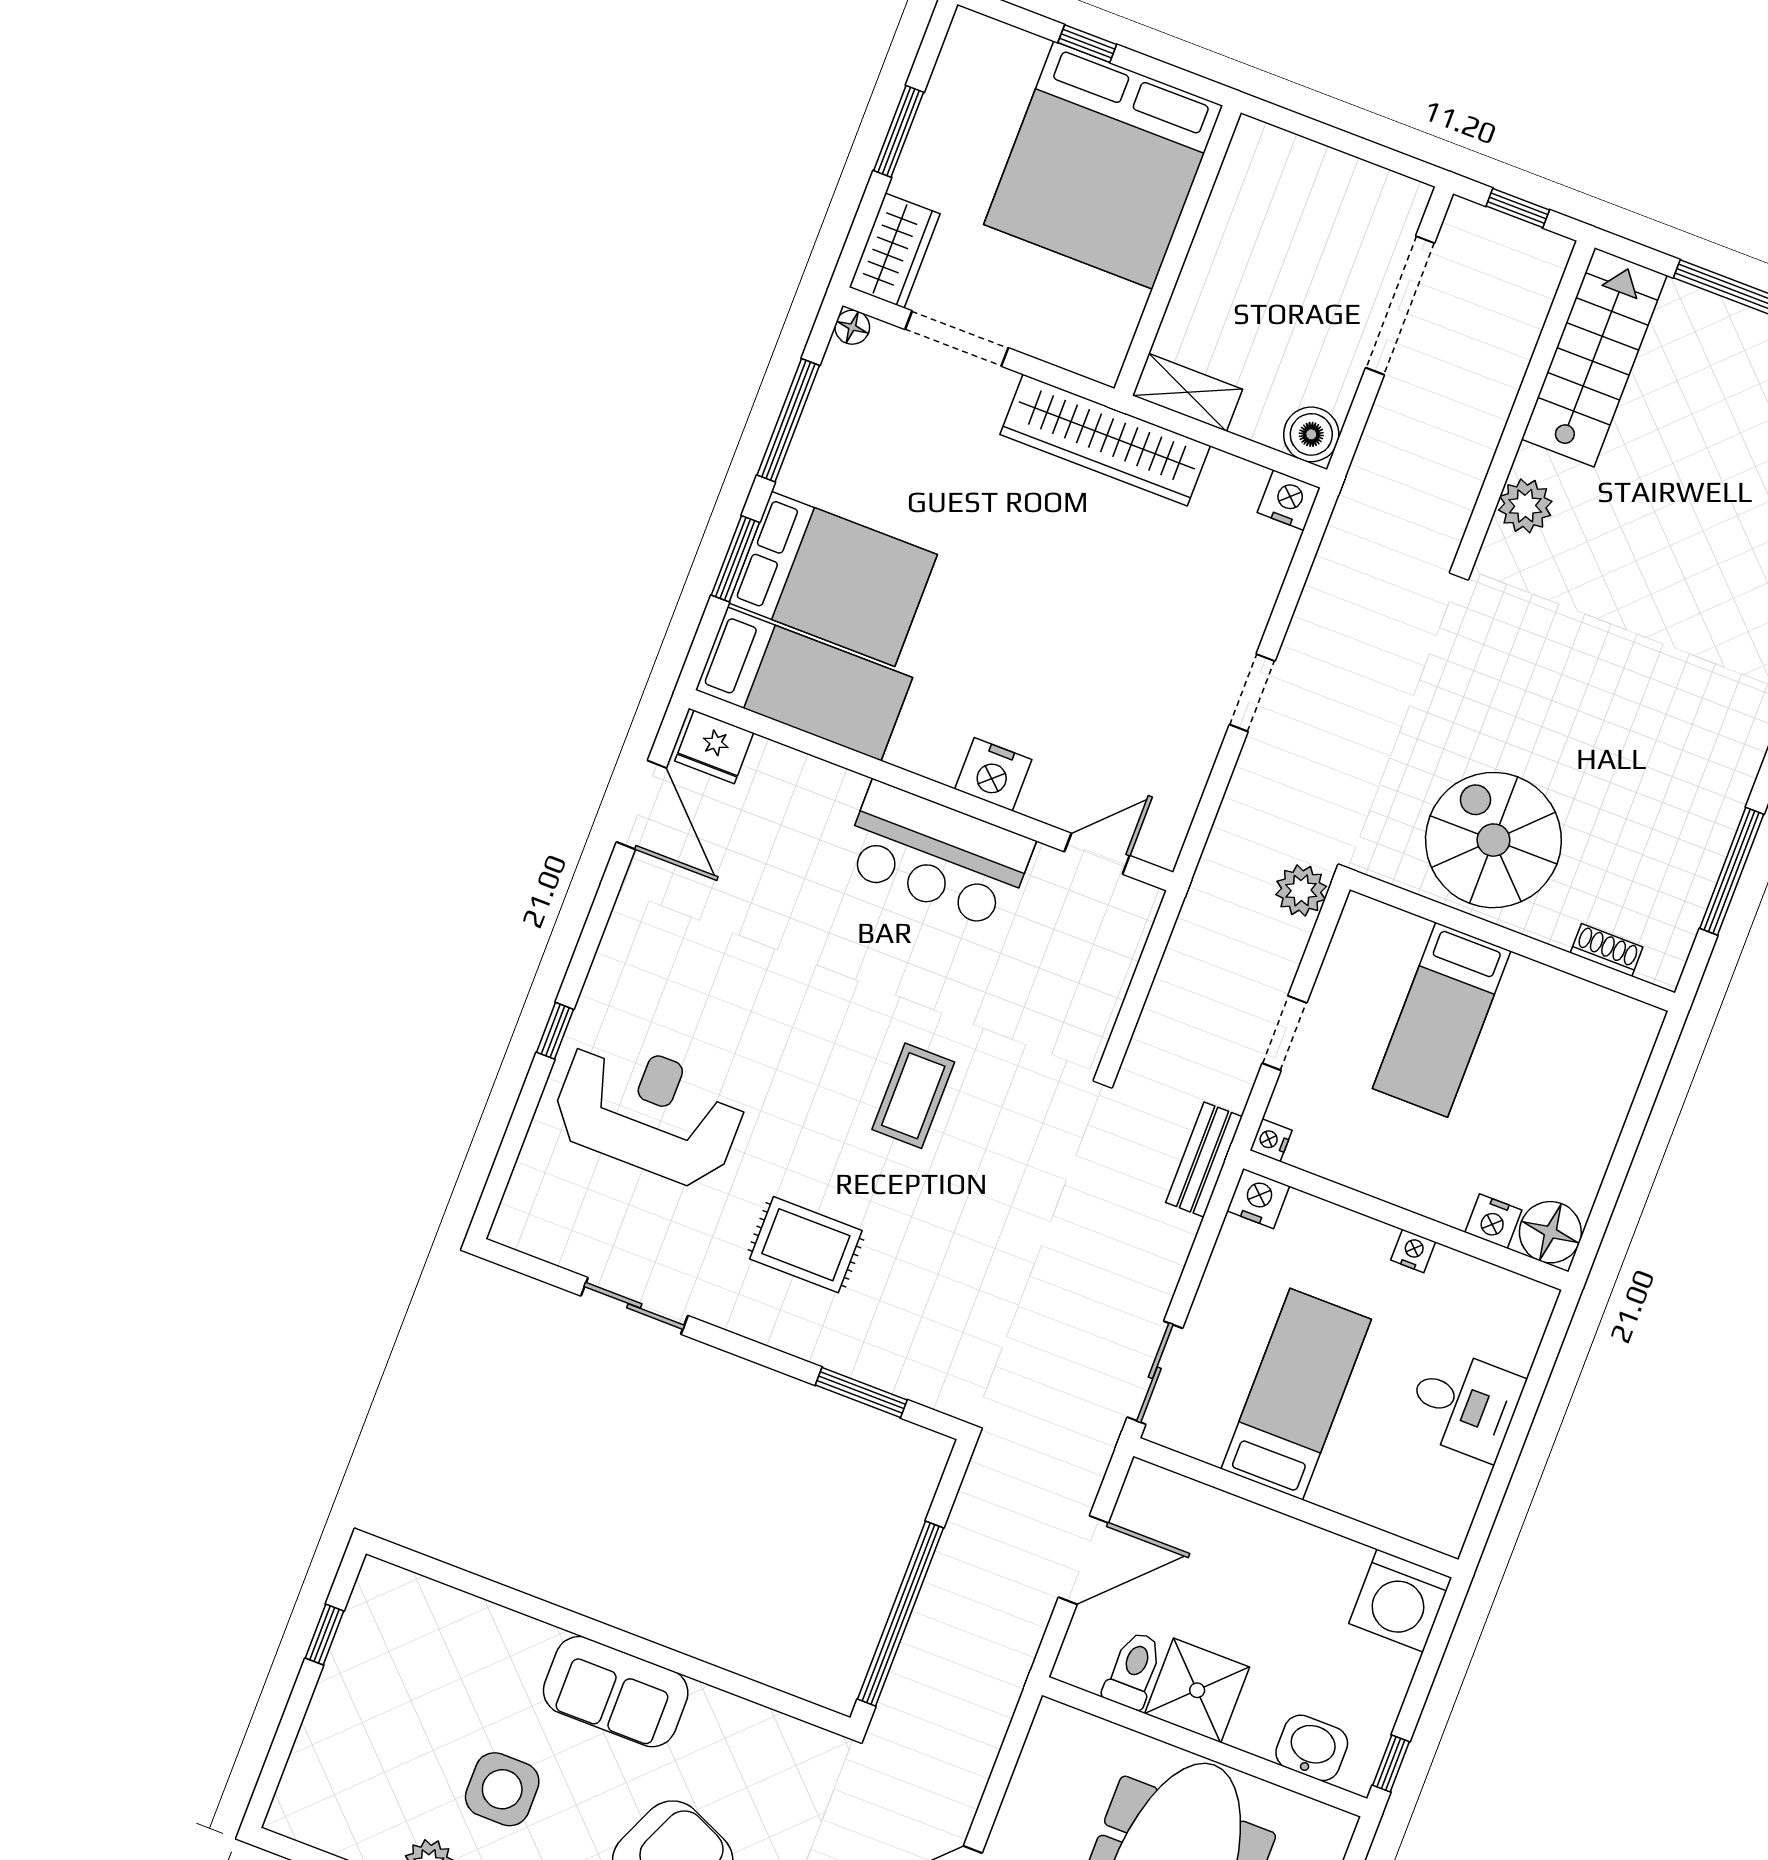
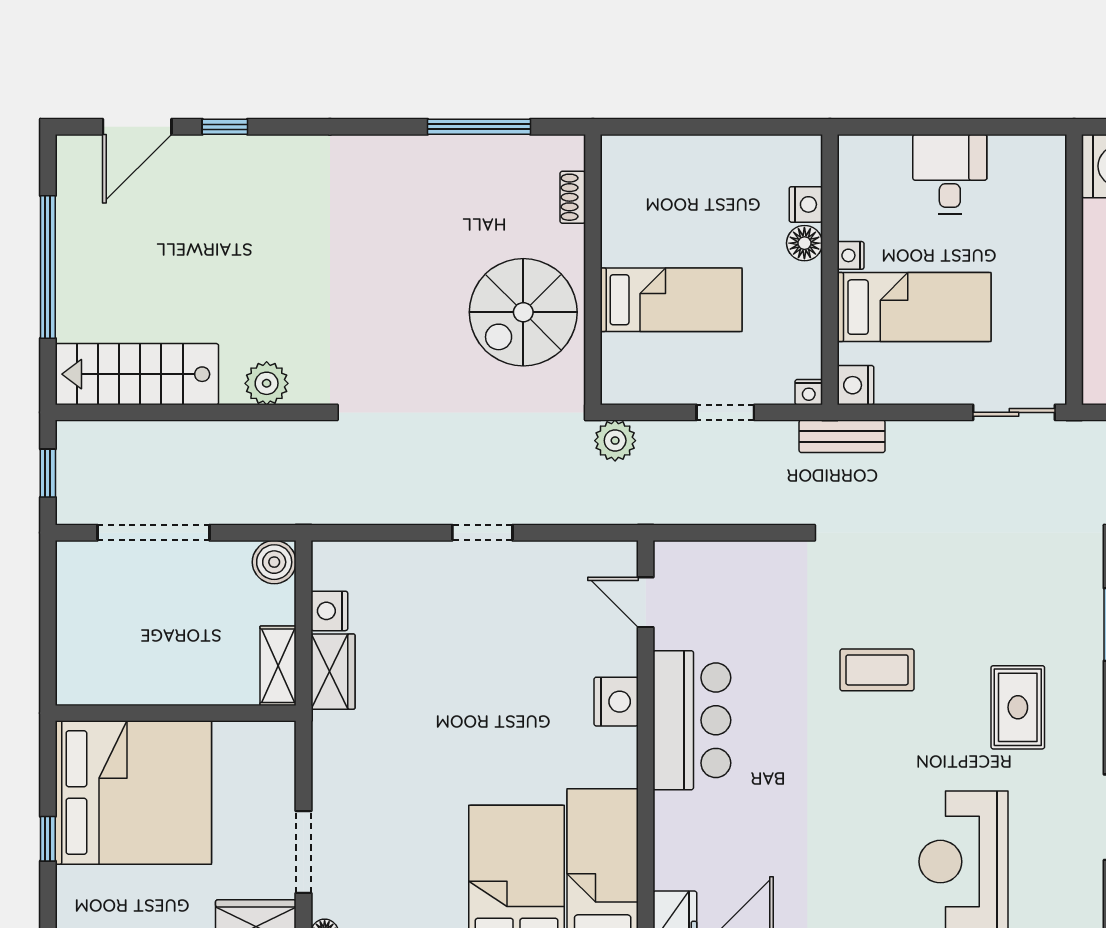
wardrobe: (1105, 440) -> (333, 672), width x0.48, depth x0.85
nightstand: (1289, 500) -> (329, 611), moved
floor lamp: (1550, 1232) -> (804, 243), moved, width x0.73, depth x0.73
bed: (1296, 1394) -> (914, 307), moved, turned 180

